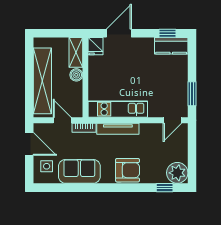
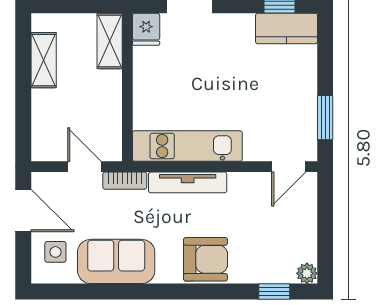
boiler: (76, 75) -> (110, 83), removed
shelving: (42, 81) -> (44, 60), width x0.45, depth x0.75
plant: (177, 173) -> (307, 273), width x0.53, depth x0.53

